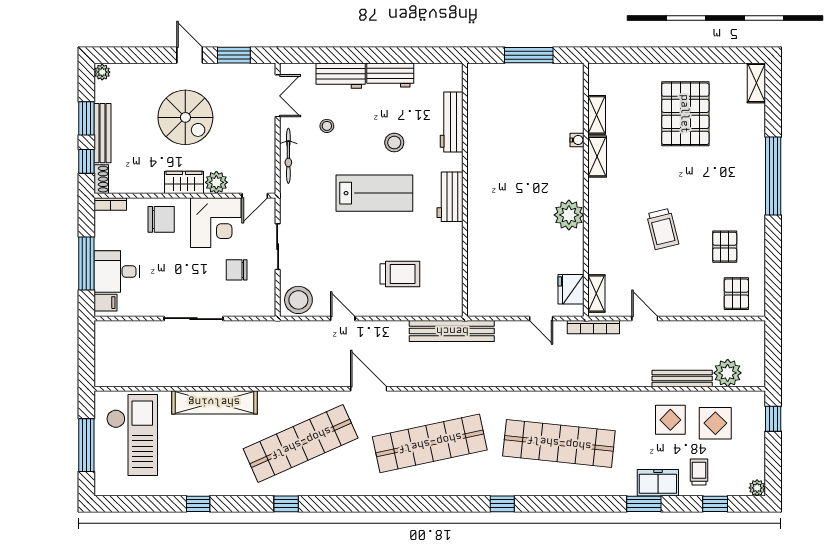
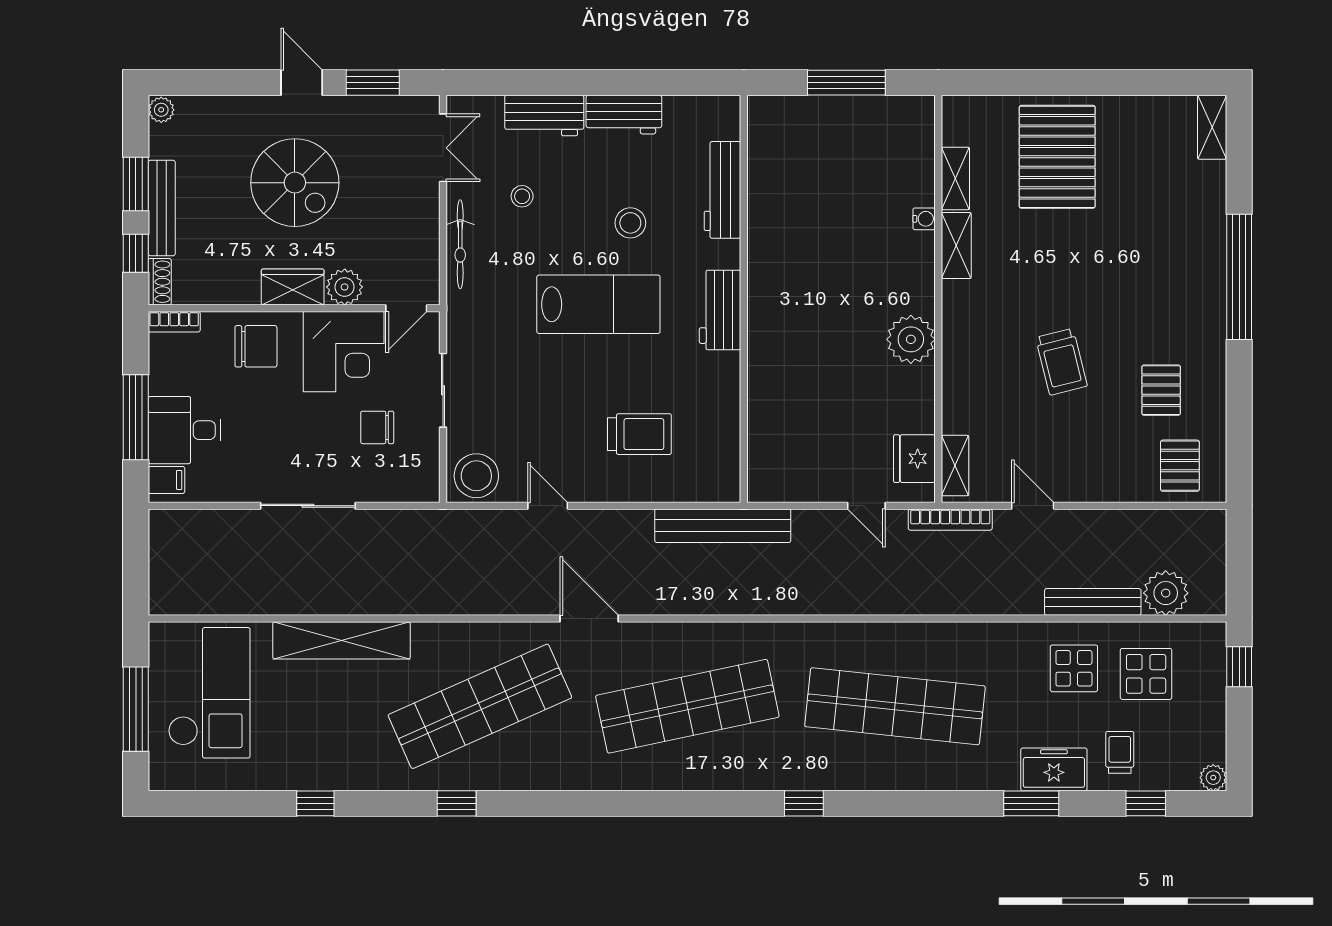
pallet: (685, 114) -> (1057, 157), moved

